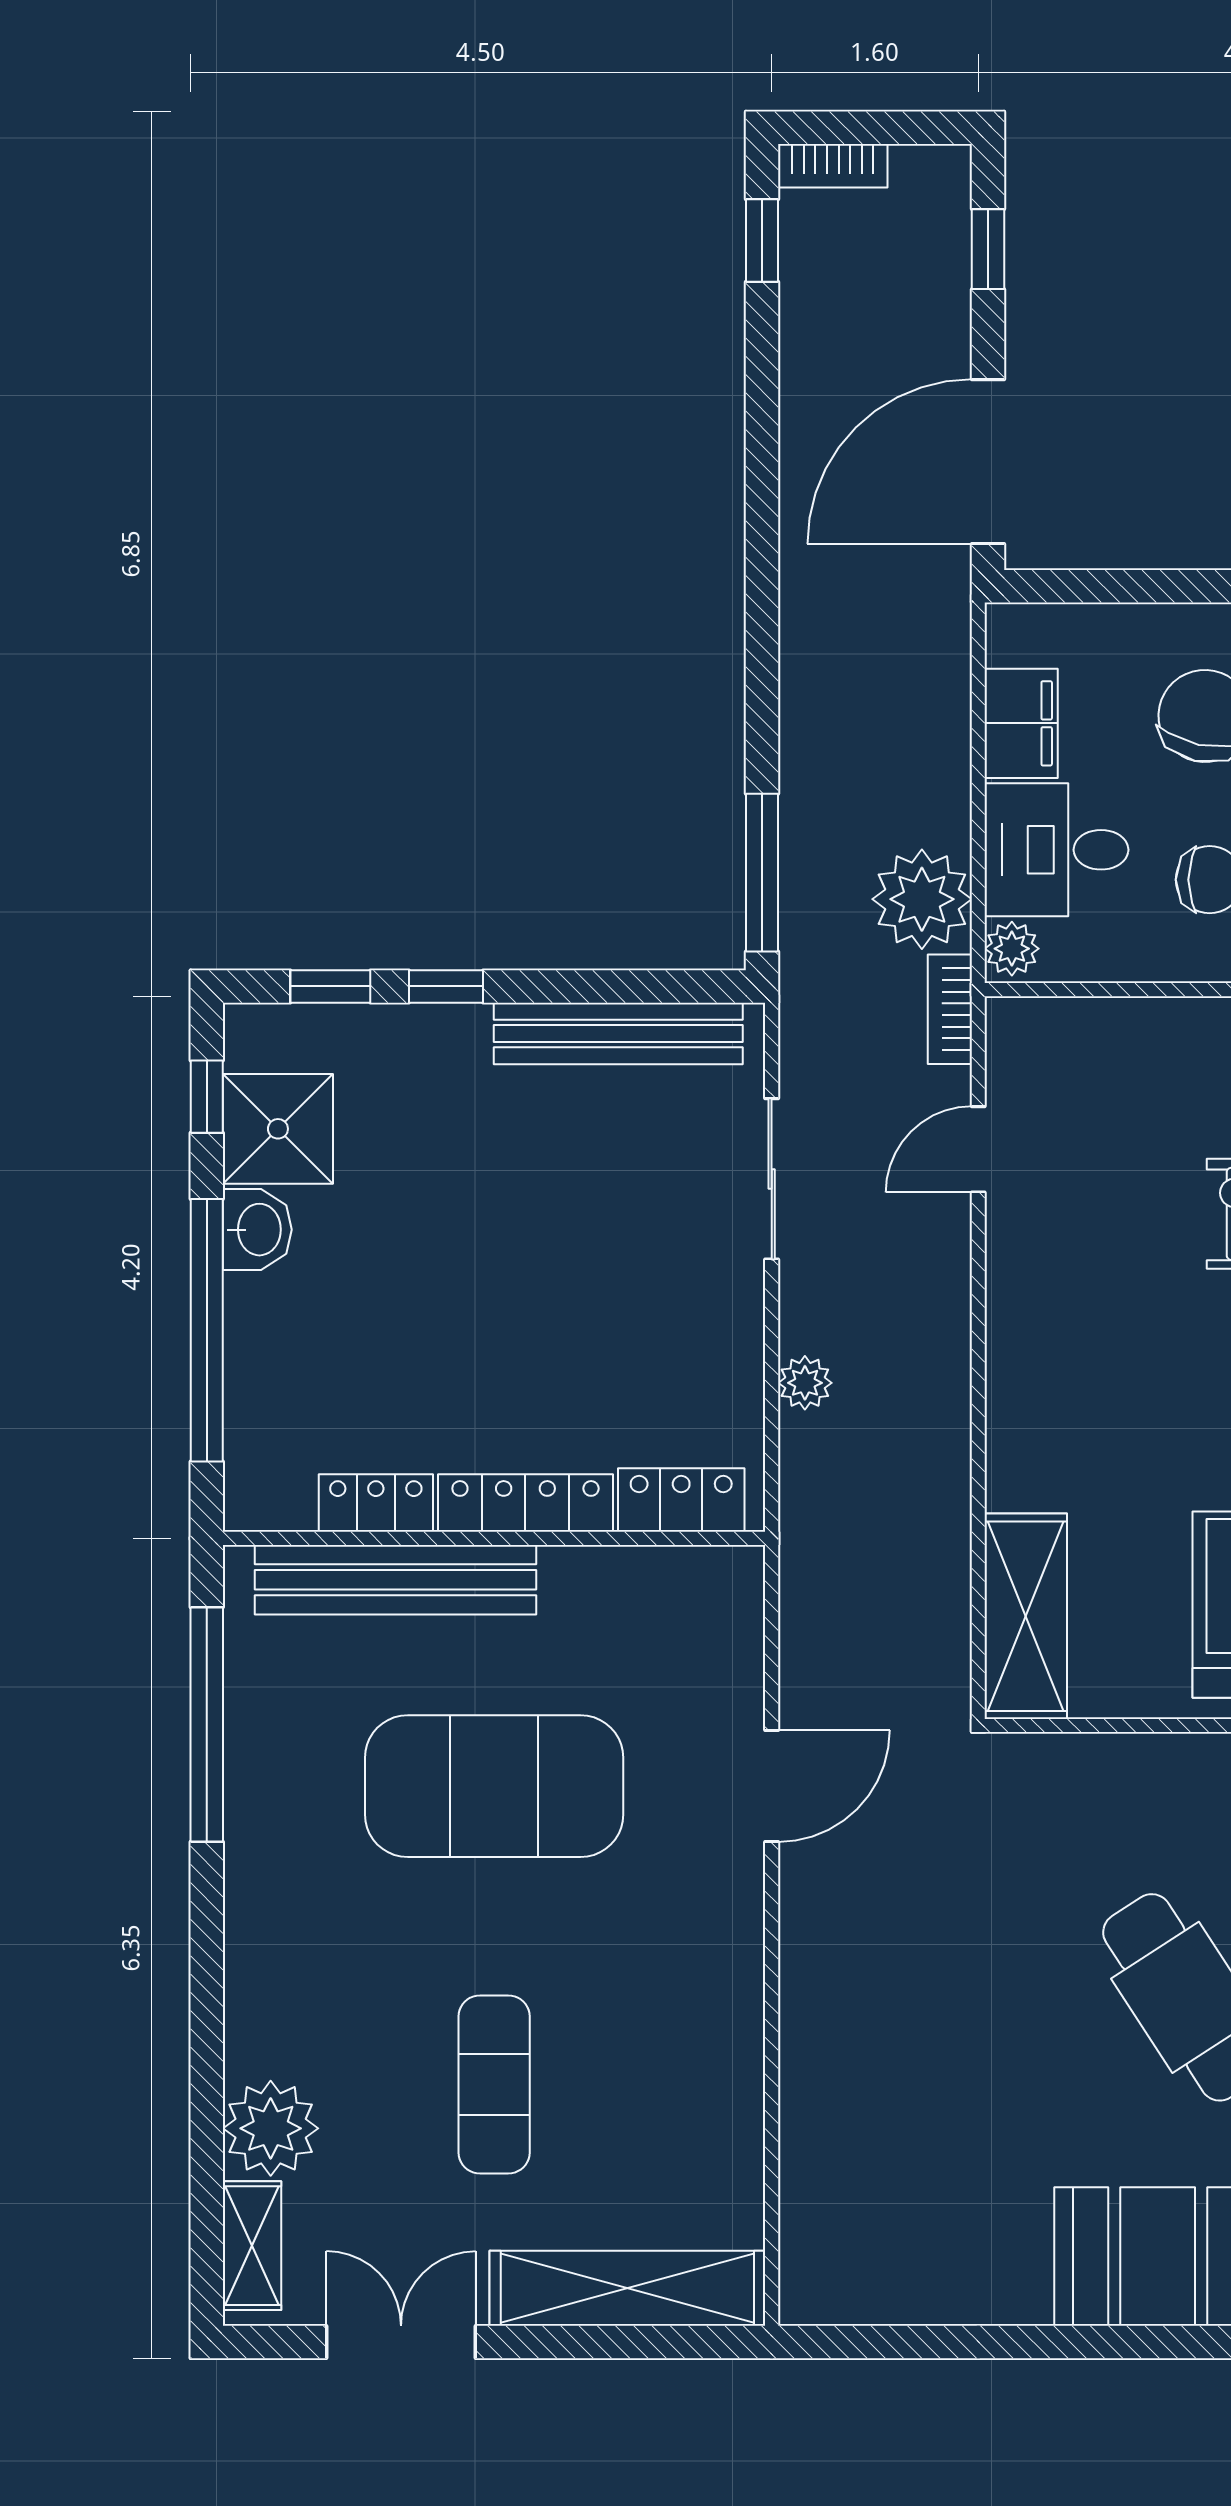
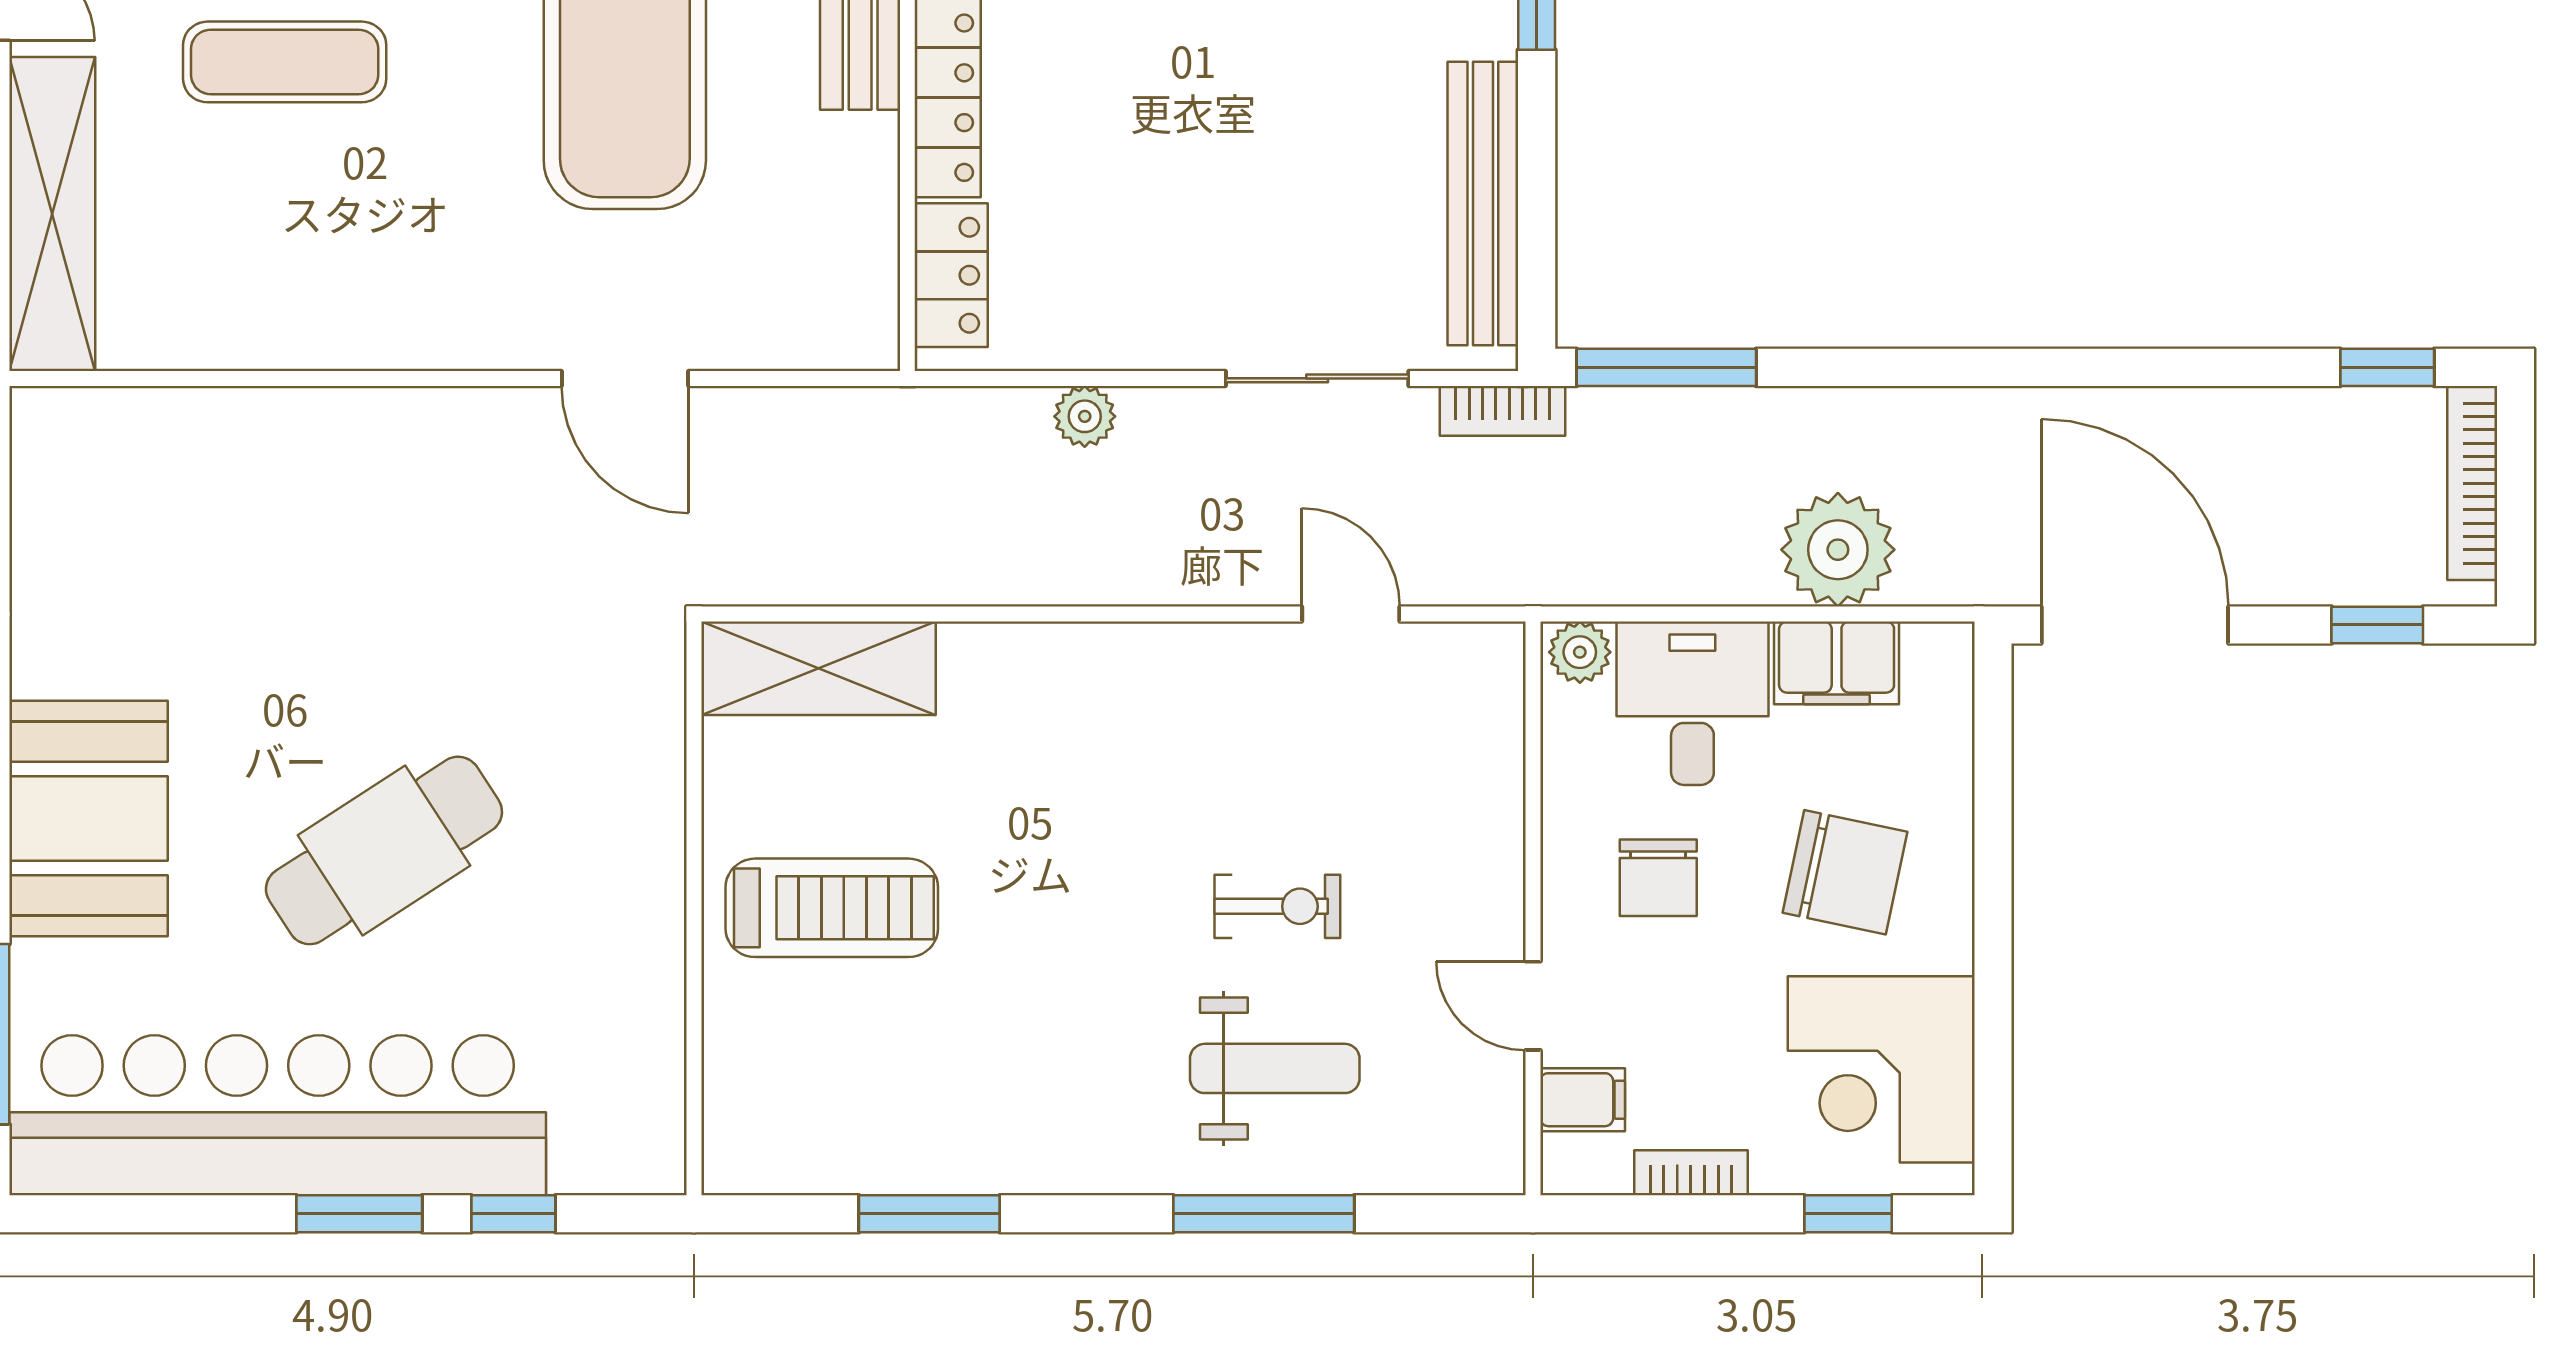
bookcase: (833, 166) -> (2472, 483), width x1.56
plant: (922, 899) -> (1838, 550), moved
bookcase: (950, 1009) -> (1503, 411), moved, turned 180

